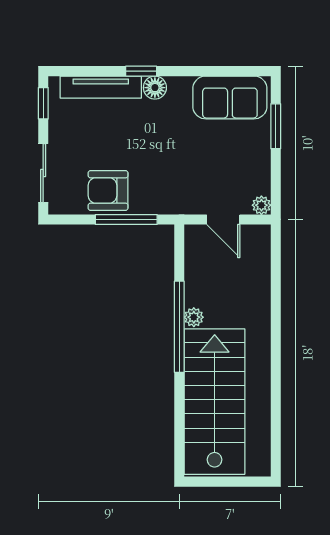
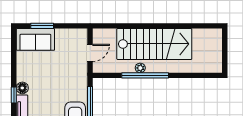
sofa: (230, 97) -> (35, 39), moved, turned 90
plant: (261, 205) -> (83, 33), removed
stairs: (215, 402) -> (154, 44), moved, turned 180

